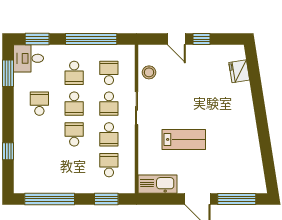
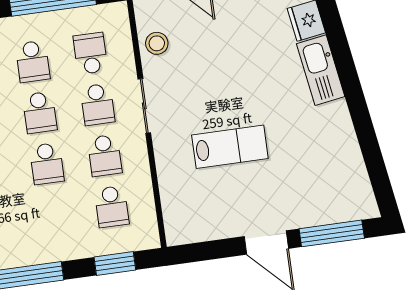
school desk: (74, 134) -> (47, 164), turned 180
school desk: (109, 165) -> (112, 207), turned 180
kitchen sink: (157, 184) -> (321, 70), moved, turned -99

